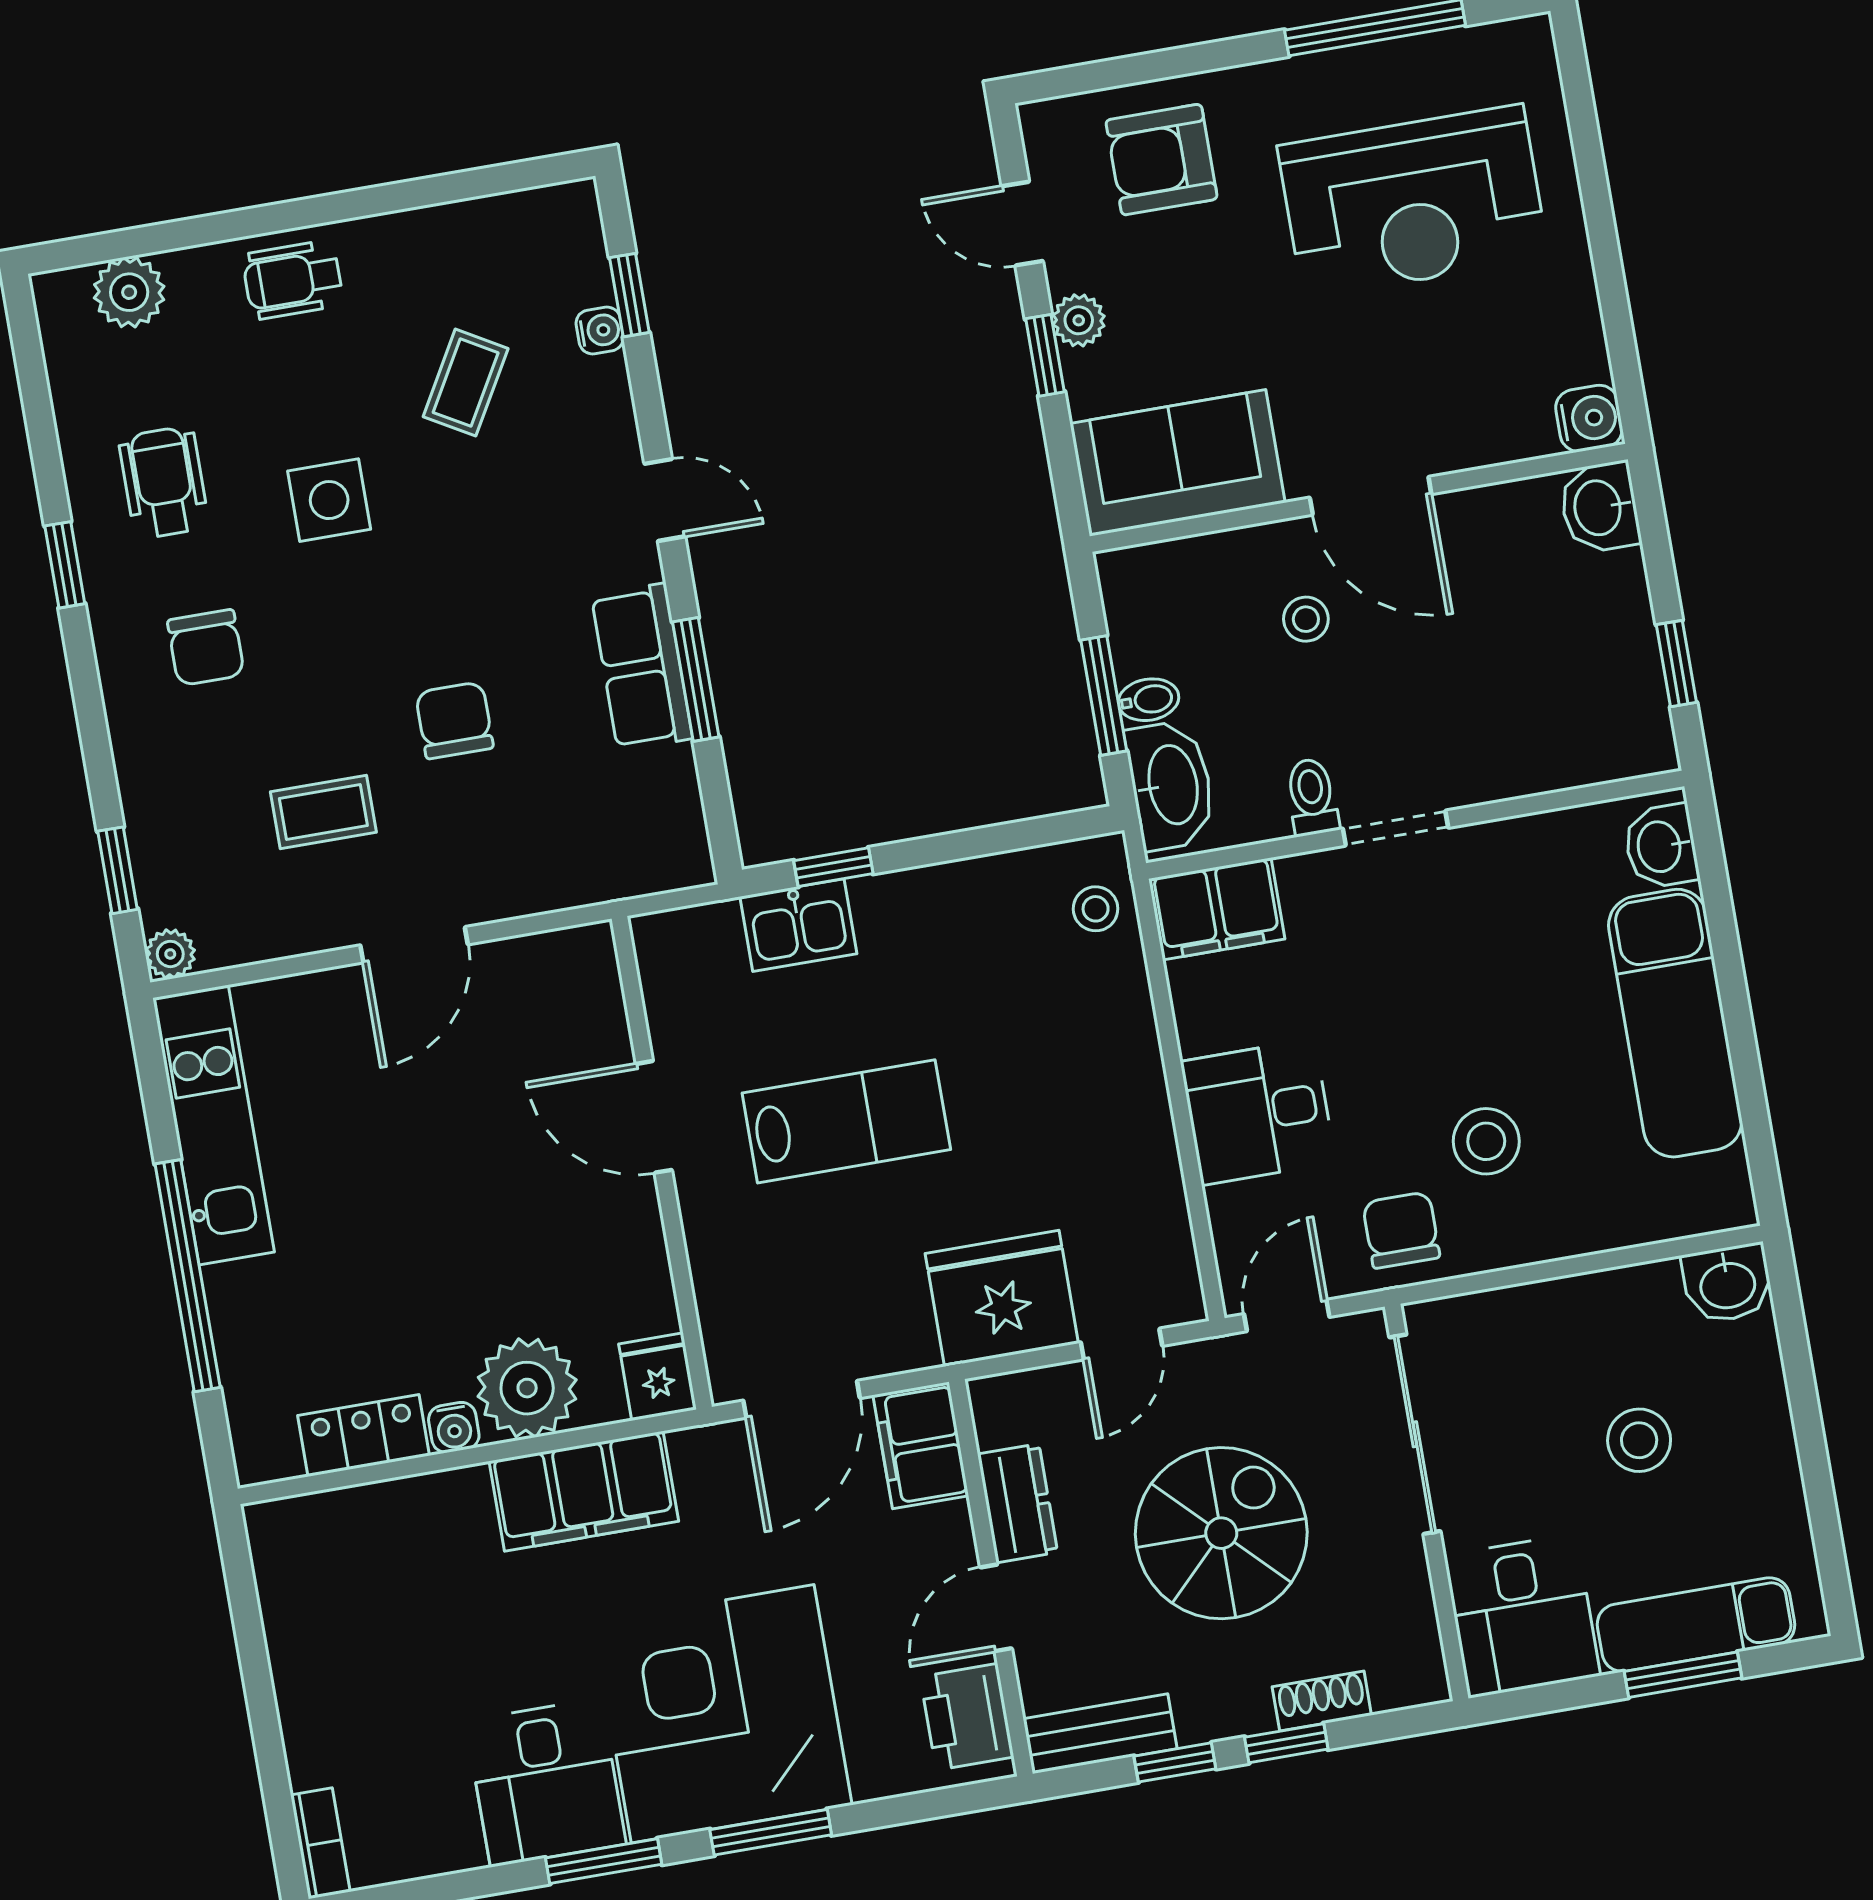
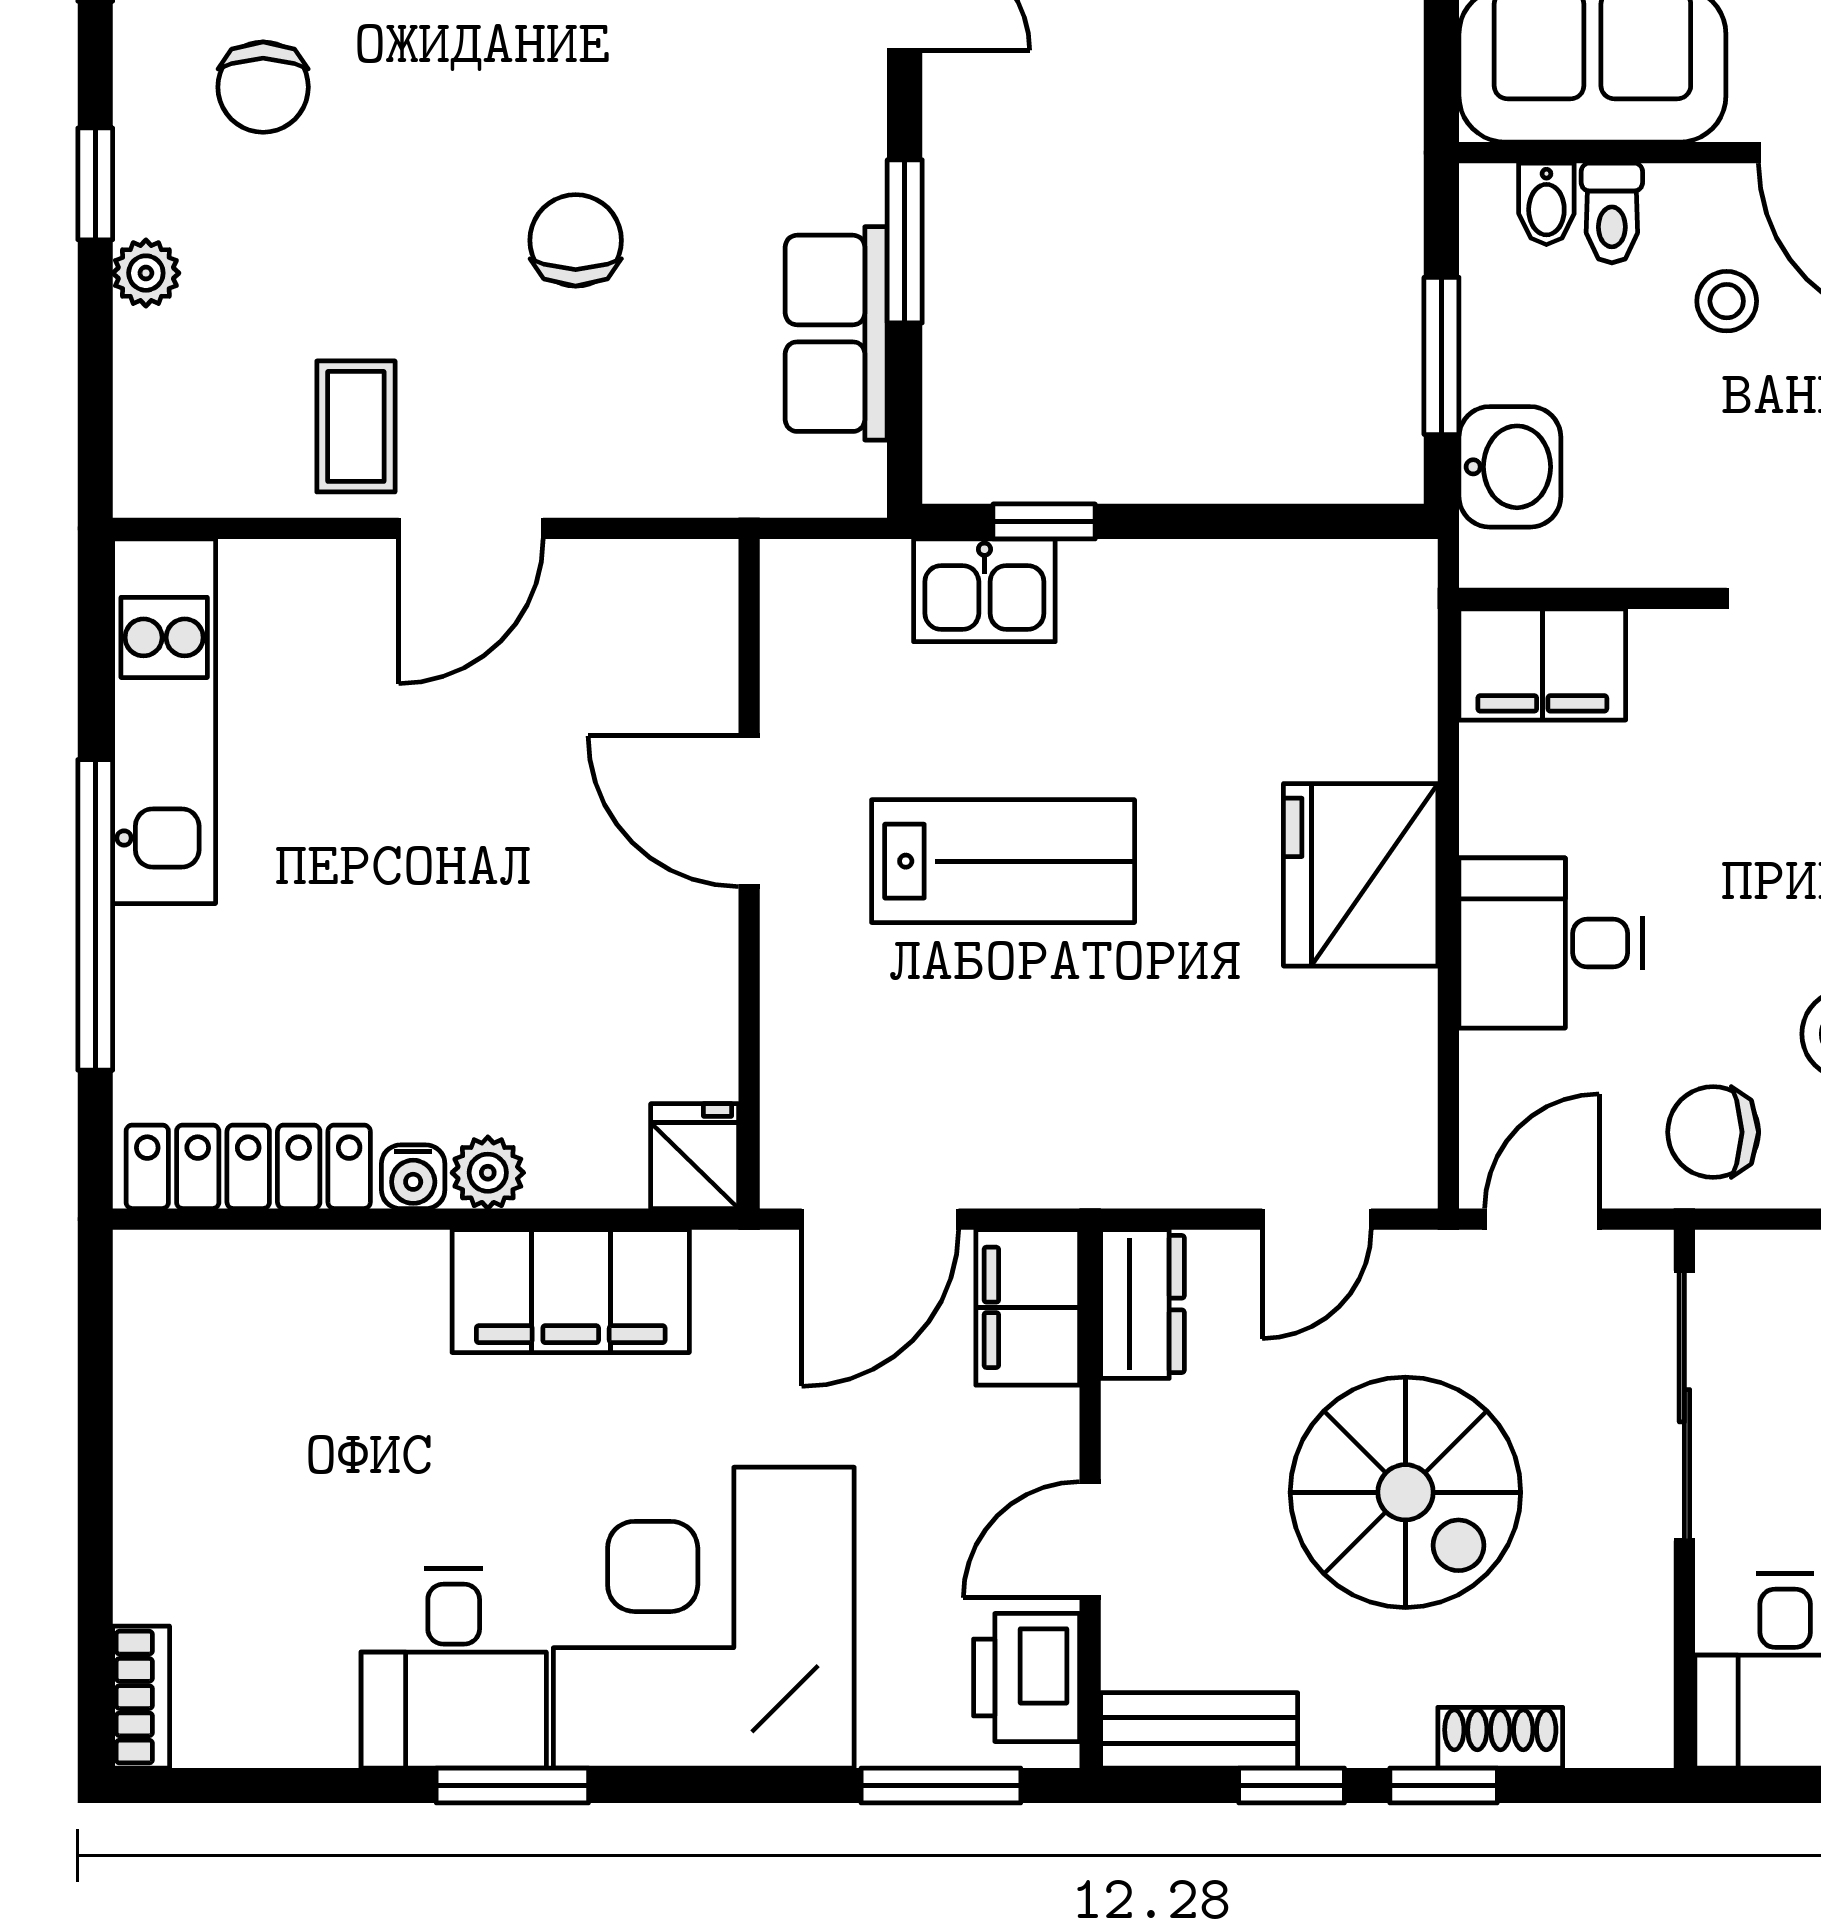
row of seats: (642, 667) -> (836, 333), moved
bidet: (1149, 700) -> (1546, 204), moved, turned 90
washbasin: (1171, 785) -> (1510, 467), width x0.72
toilet: (1312, 797) -> (1612, 213), moved, turned 180
coffee table: (323, 812) -> (356, 426), moved, turned 90
window: (118, 870) -> (95, 184), moved
stool: (1096, 909) -> (1382, 637), removed
plant: (170, 954) -> (146, 273), moved
chair: (1401, 1230) -> (1713, 1132), turned -90
fridge: (1002, 1298) -> (1361, 875), moved, turned -90
plant: (527, 1388) -> (488, 1173), width x0.53, depth x0.53
locker: (363, 1435) -> (248, 1167), width x1.53
dresser: (1018, 1503) -> (1142, 1304), moved
spiral stairs: (1221, 1533) -> (1405, 1492), turned 90
window: (771, 1832) -> (941, 1785), moved

